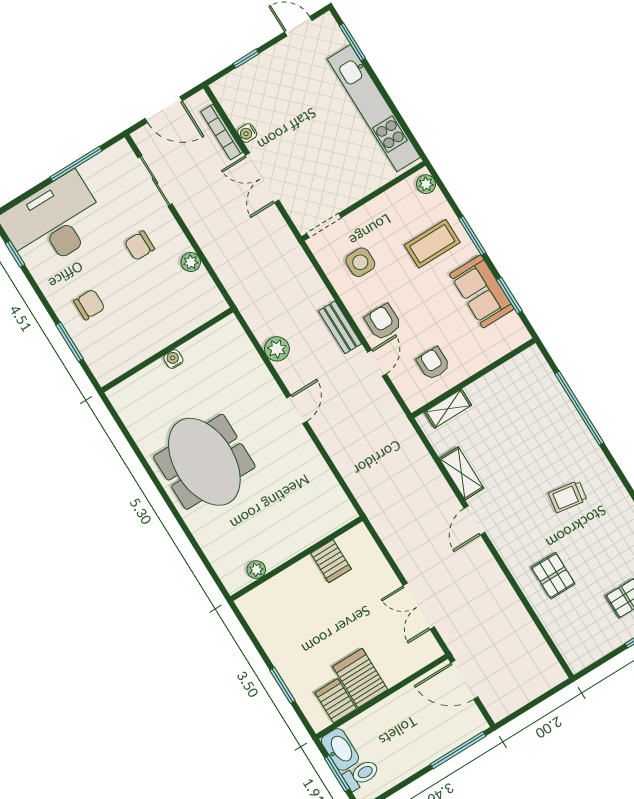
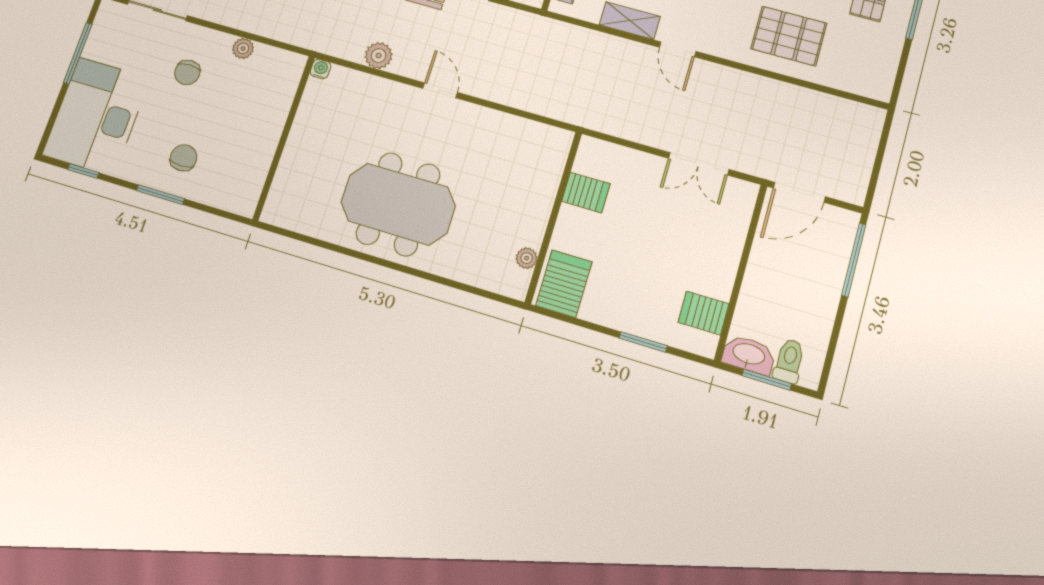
window: (69, 342) -> (160, 195), moved
water cooler: (173, 359) -> (320, 69), moved, turned 90
pallet: (553, 576) -> (789, 36), width x1.50, depth x1.42
server rack: (360, 678) -> (564, 284), moved, turned 90

